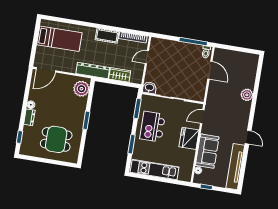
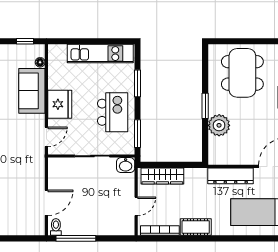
door: (210, 70) -> (46, 203), swing flipped
dresser: (93, 71) -> (231, 176), moved
wardrobe: (120, 75) -> (162, 176), width x1.50
plant: (81, 89) -> (219, 125), moved
dining table: (56, 139) -> (242, 73), width x1.38

